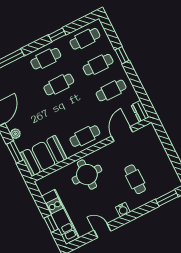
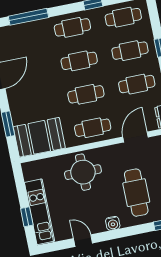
cafe table: (72, 110) -> (86, 94), added
plant: (15, 134) -> (14, 103), removed
cafe table: (135, 179) -> (136, 193), width x1.37, depth x1.35

